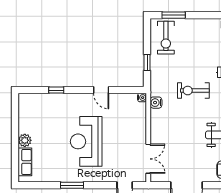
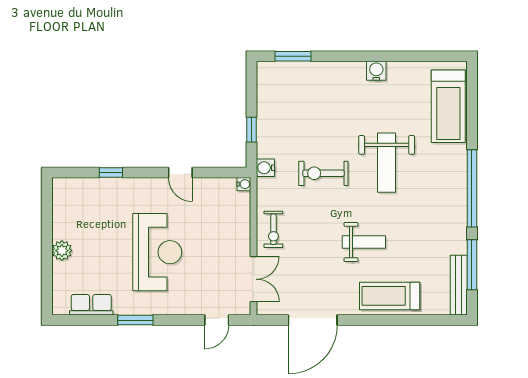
exercise bike: (166, 38) -> (273, 229), moved, width x0.73, depth x0.72
water cooler: (156, 103) -> (265, 168), moved
reception desk: (86, 141) -> (157, 252), turned 180
row of seats: (25, 162) -> (91, 305), moved, turned -90

